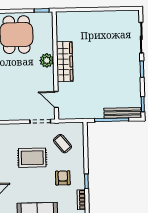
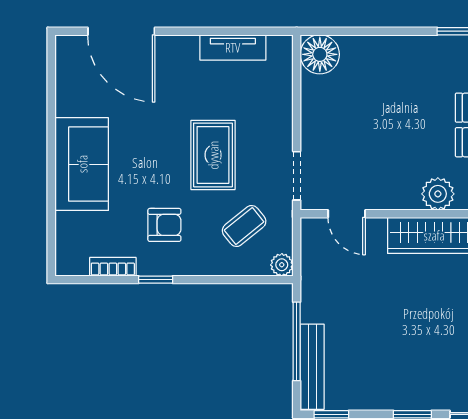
door: (56, 100) -> (347, 214), swing flipped
plant: (79, 127) -> (282, 265), added

